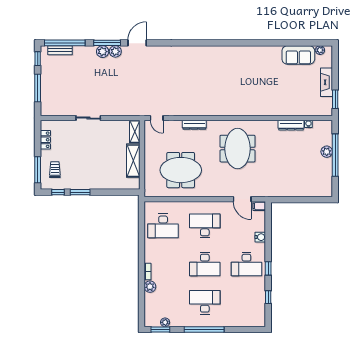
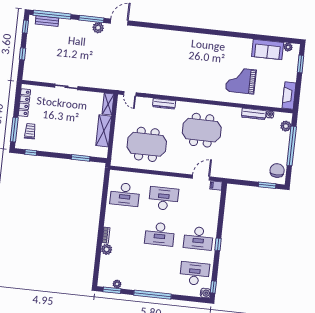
plant: (103, 52) -> (86, 27), removed
fireplace: (327, 82) -> (289, 95), moved
window: (38, 88) -> (22, 54), width x0.46
grand piano: (273, 91) -> (241, 81), added
window: (335, 99) -> (301, 64), moved
locker: (45, 140) -> (24, 103), width x1.53
meeting table: (237, 149) -> (202, 130), turned 90
plant: (327, 152) -> (286, 126), moved
chair: (322, 183) -> (277, 170), added
window: (80, 192) -> (81, 158), moved
door: (242, 199) -> (201, 178), swing flipped
window: (313, 200) -> (267, 185), added
water cooler: (260, 237) -> (205, 293), moved
window: (268, 297) -> (213, 287), moved
desk: (205, 302) -> (195, 274), moved

